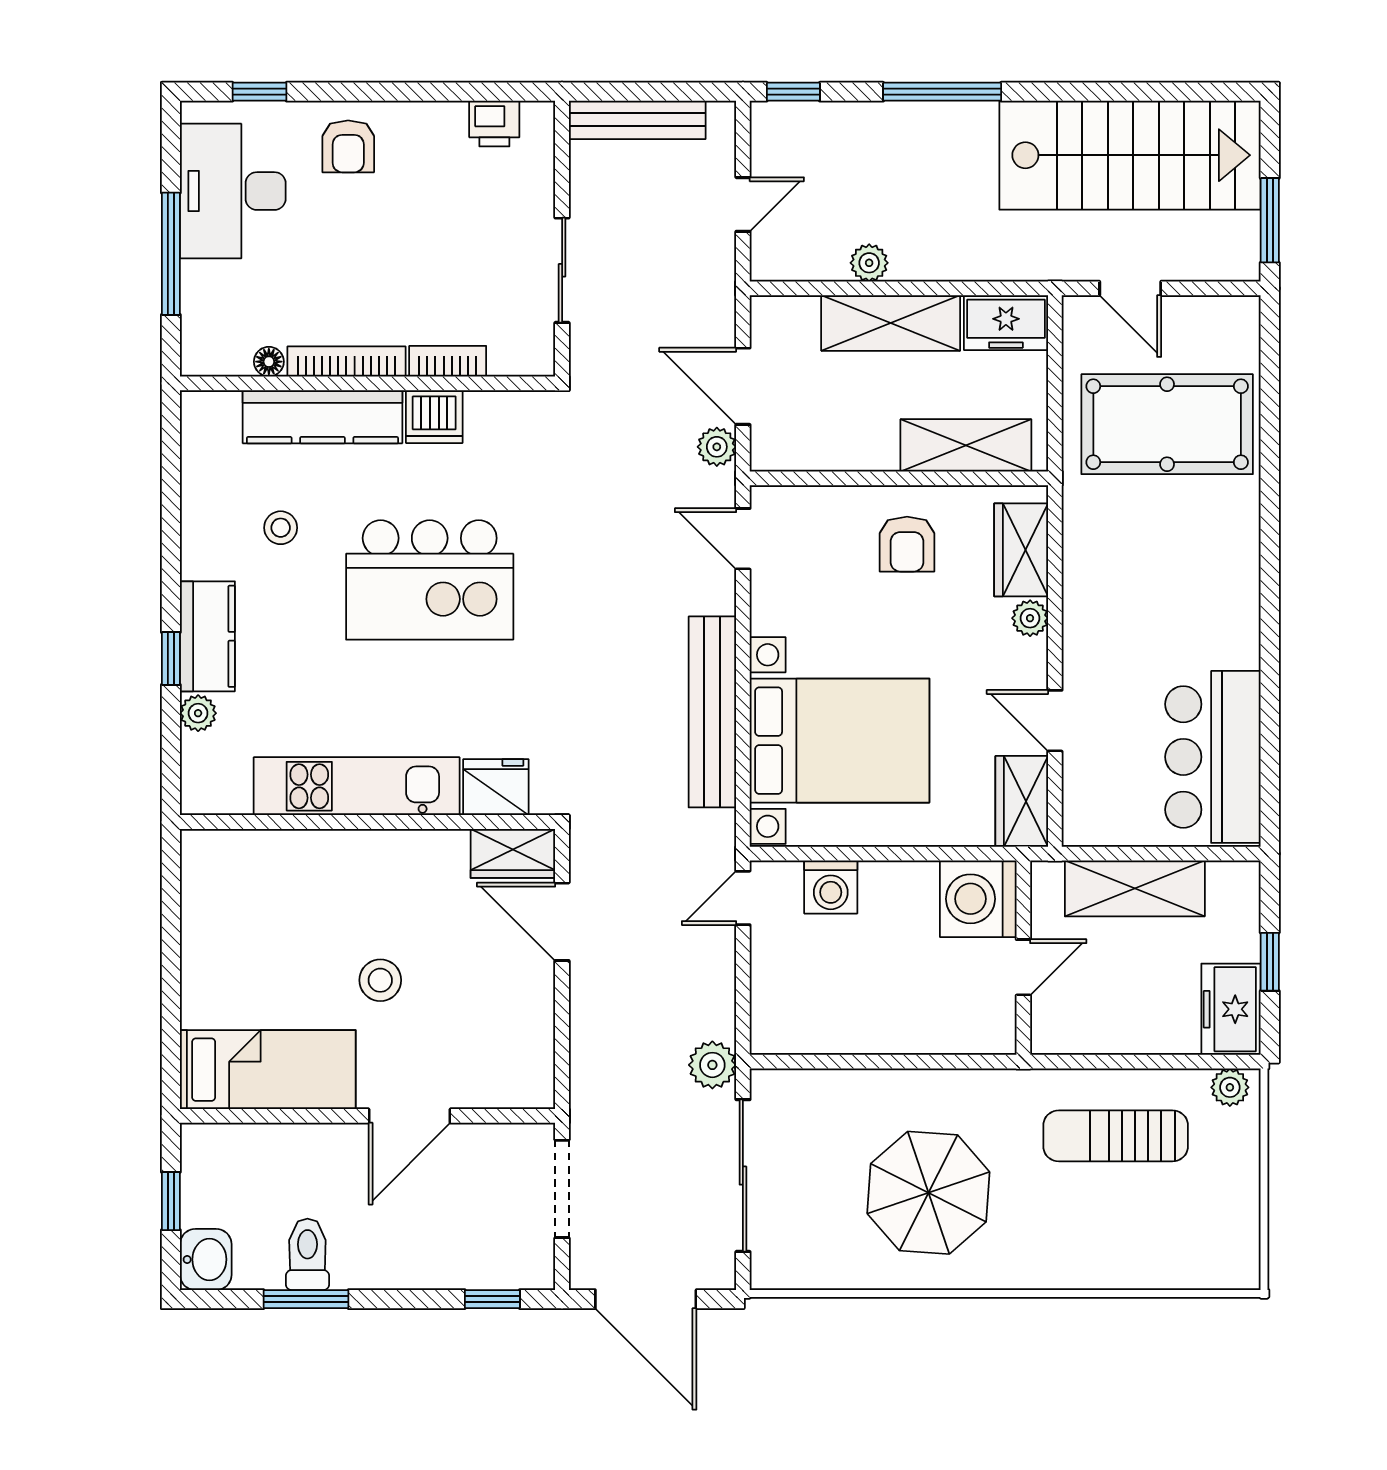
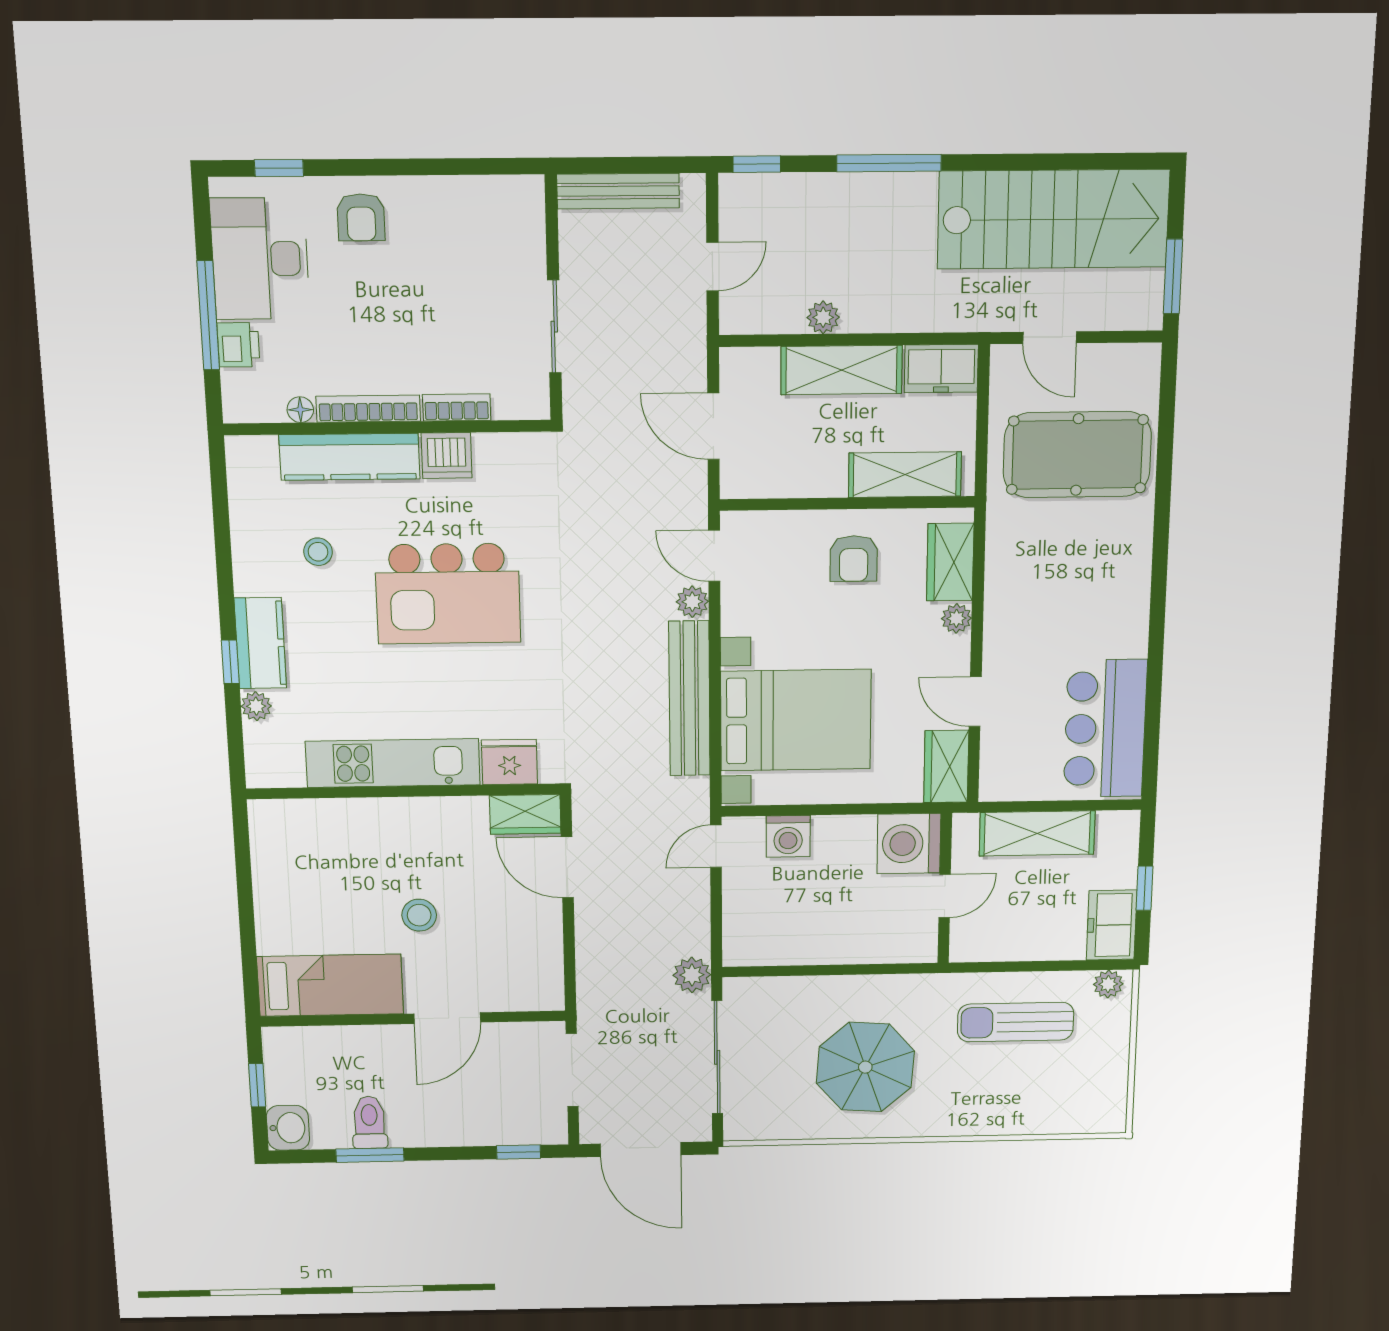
printer: (494, 124) -> (238, 345), moved, turned -90
plant: (717, 447) -> (692, 602), moved

